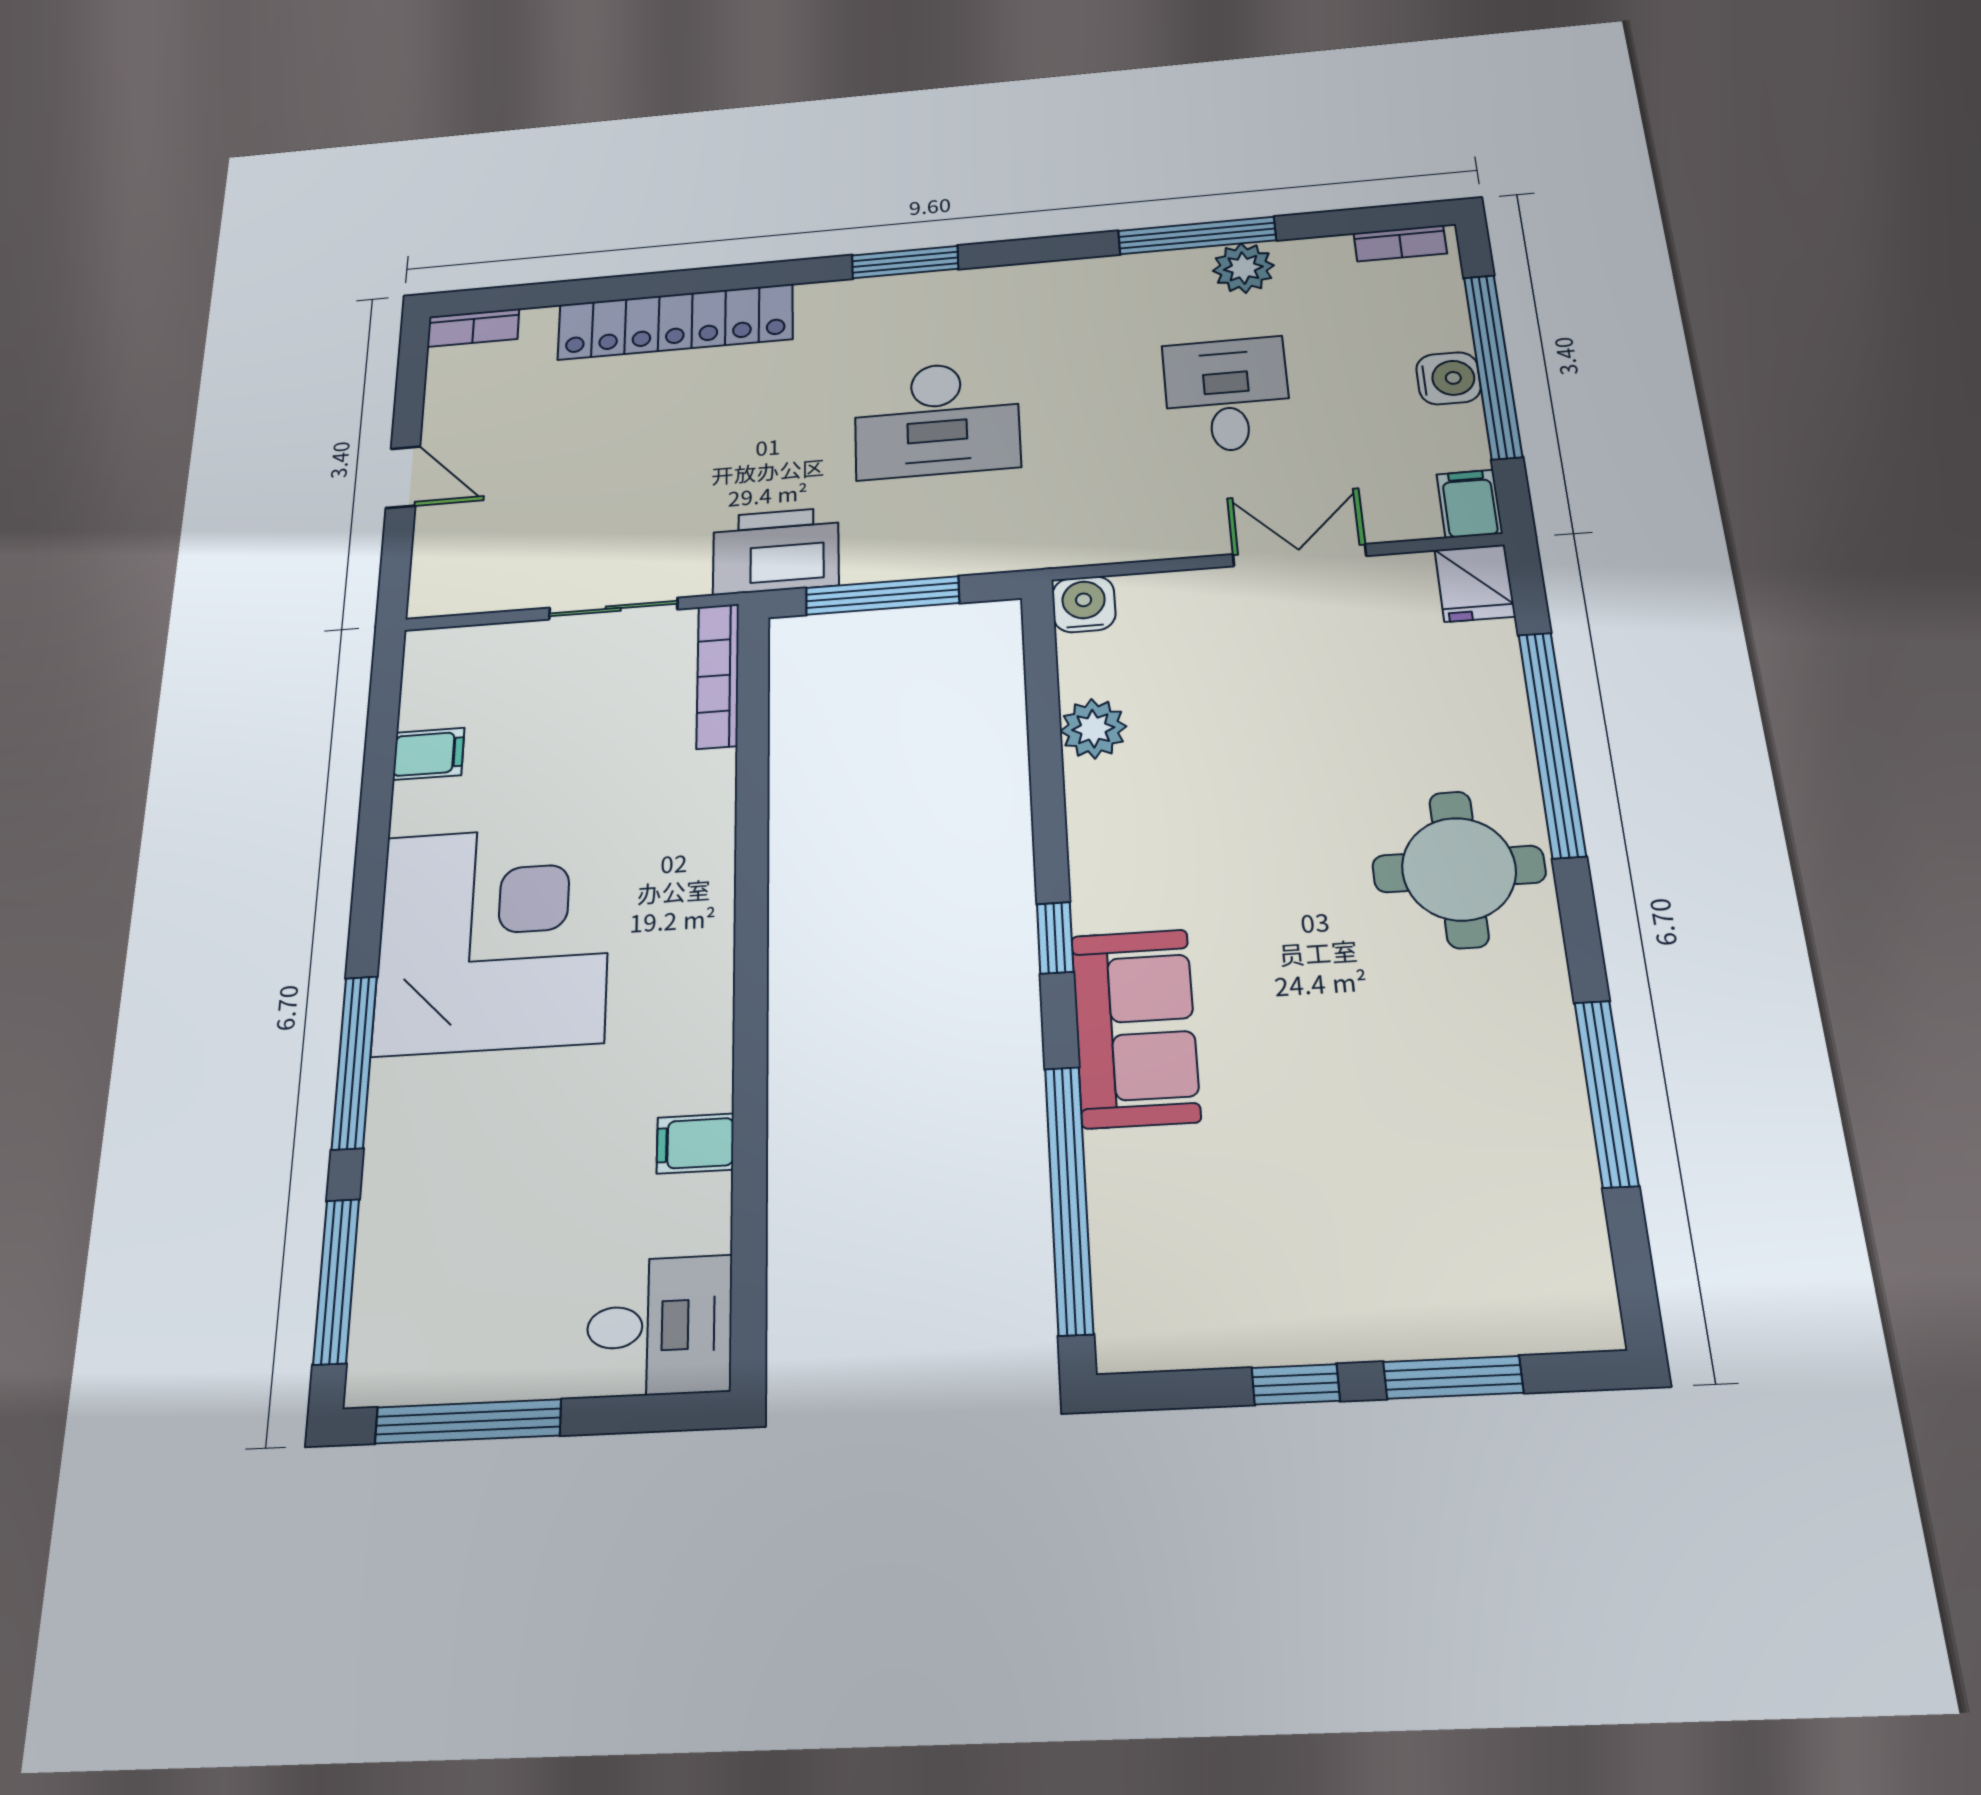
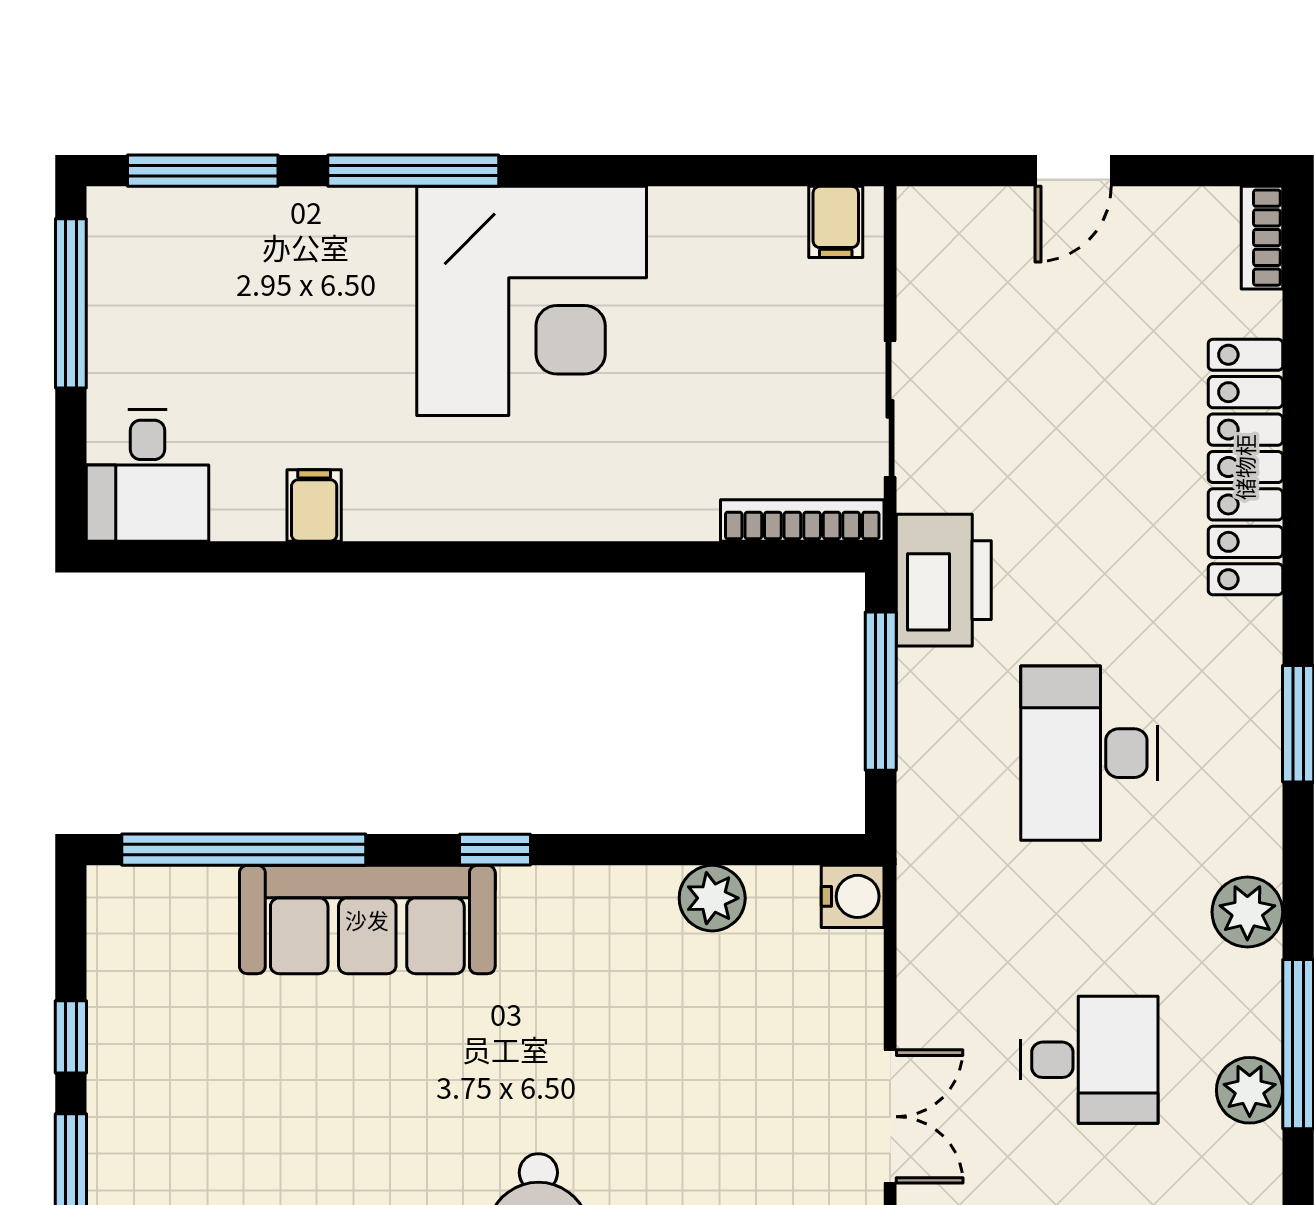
plant: (1078, 284) -> (1247, 912), added
filing cabinet: (429, 754) -> (836, 222), moved
sofa: (1135, 1028) -> (367, 920), width x1.36

